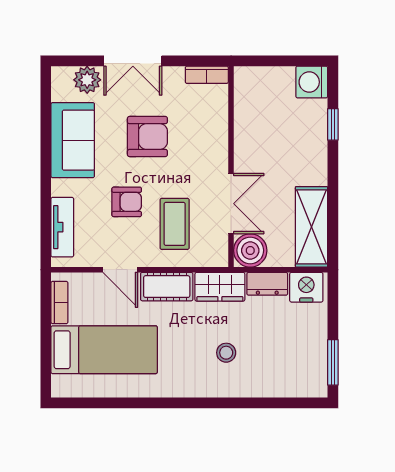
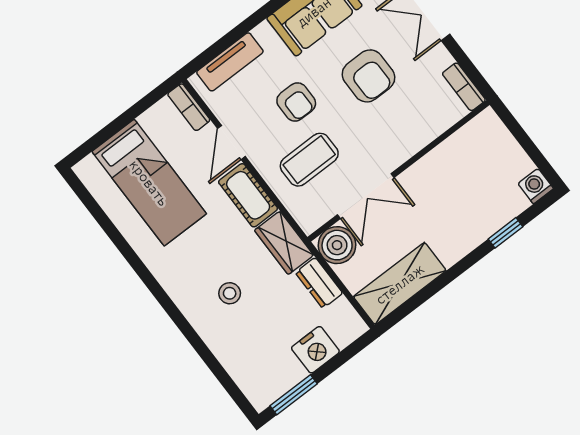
washing machine: (312, 82) -> (536, 186), width x0.73, depth x0.73
nightstand: (306, 287) -> (315, 350), moved, turned 90
bookcase: (59, 303) -> (189, 107), moved, turned 90

